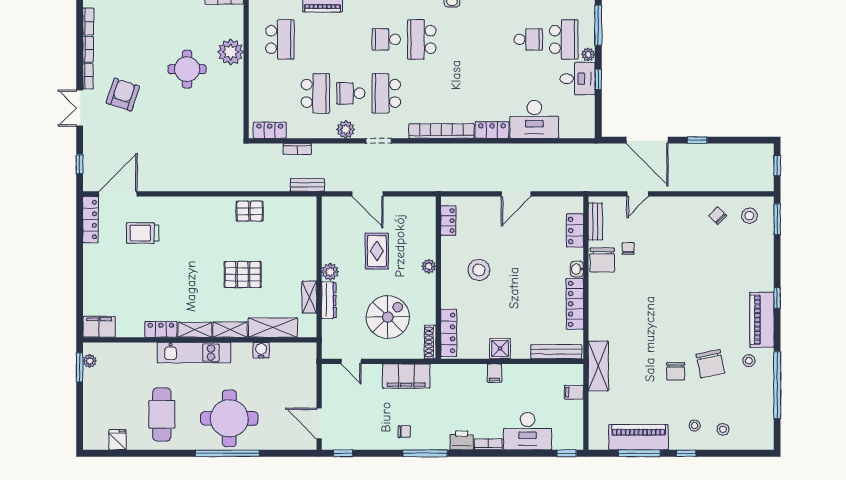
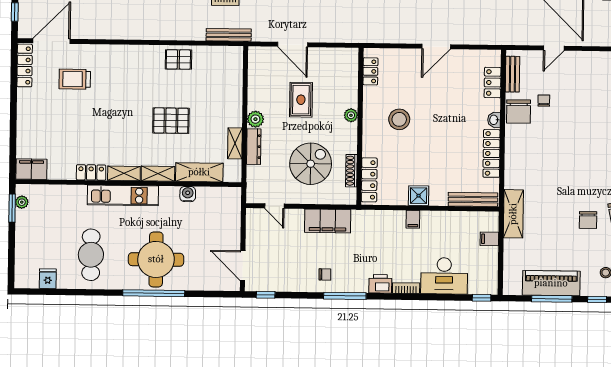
bench: (307, 185) -> (229, 35), width x1.36
shoe rack: (430, 342) -> (351, 171), moved

